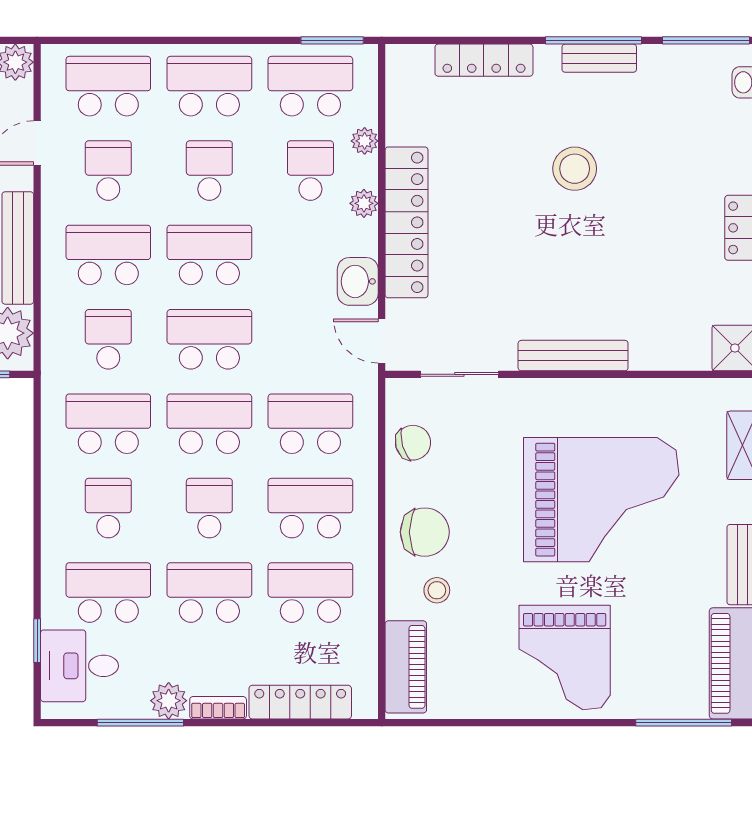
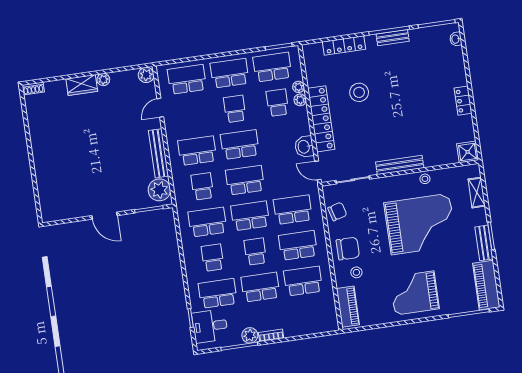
stool: (575, 169) -> (359, 92), moved
school desk: (108, 171) -> (192, 115), removed
plant: (364, 203) -> (300, 100), moved
stool: (627, 396) -> (425, 179), added
grand piano: (565, 657) -> (414, 293), turned 90
locker: (300, 702) -> (305, 328), removed

